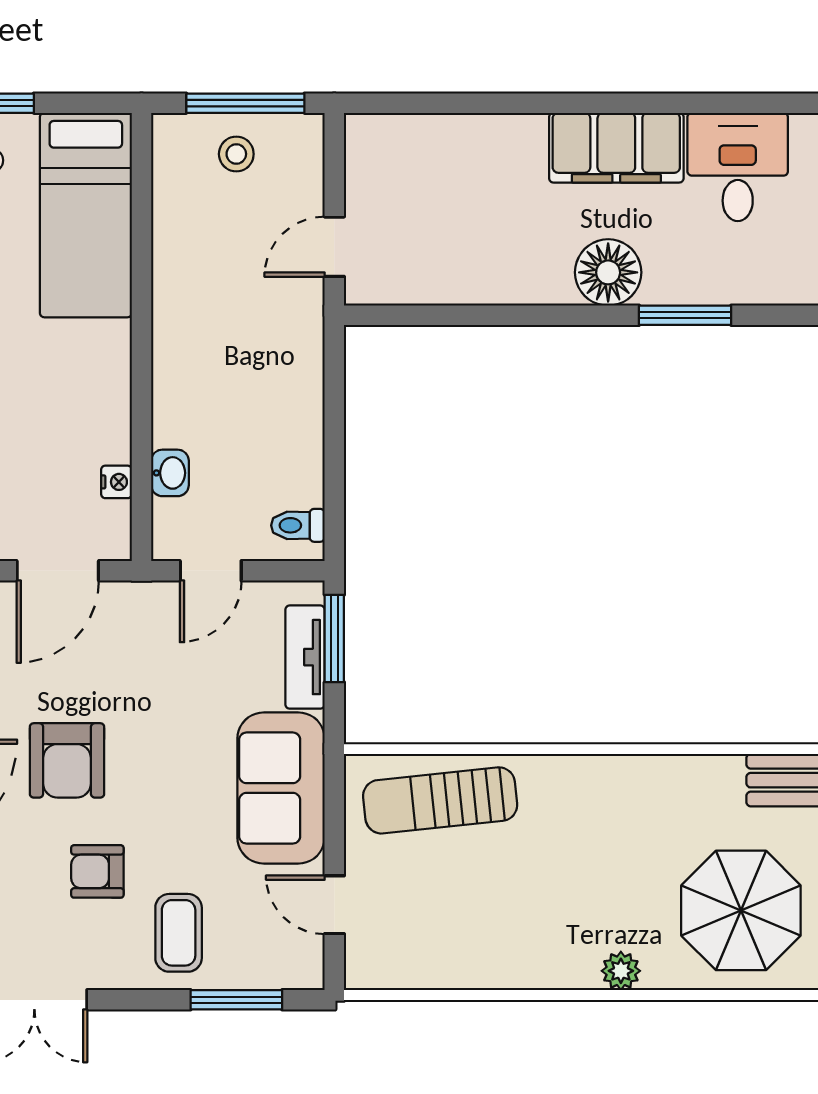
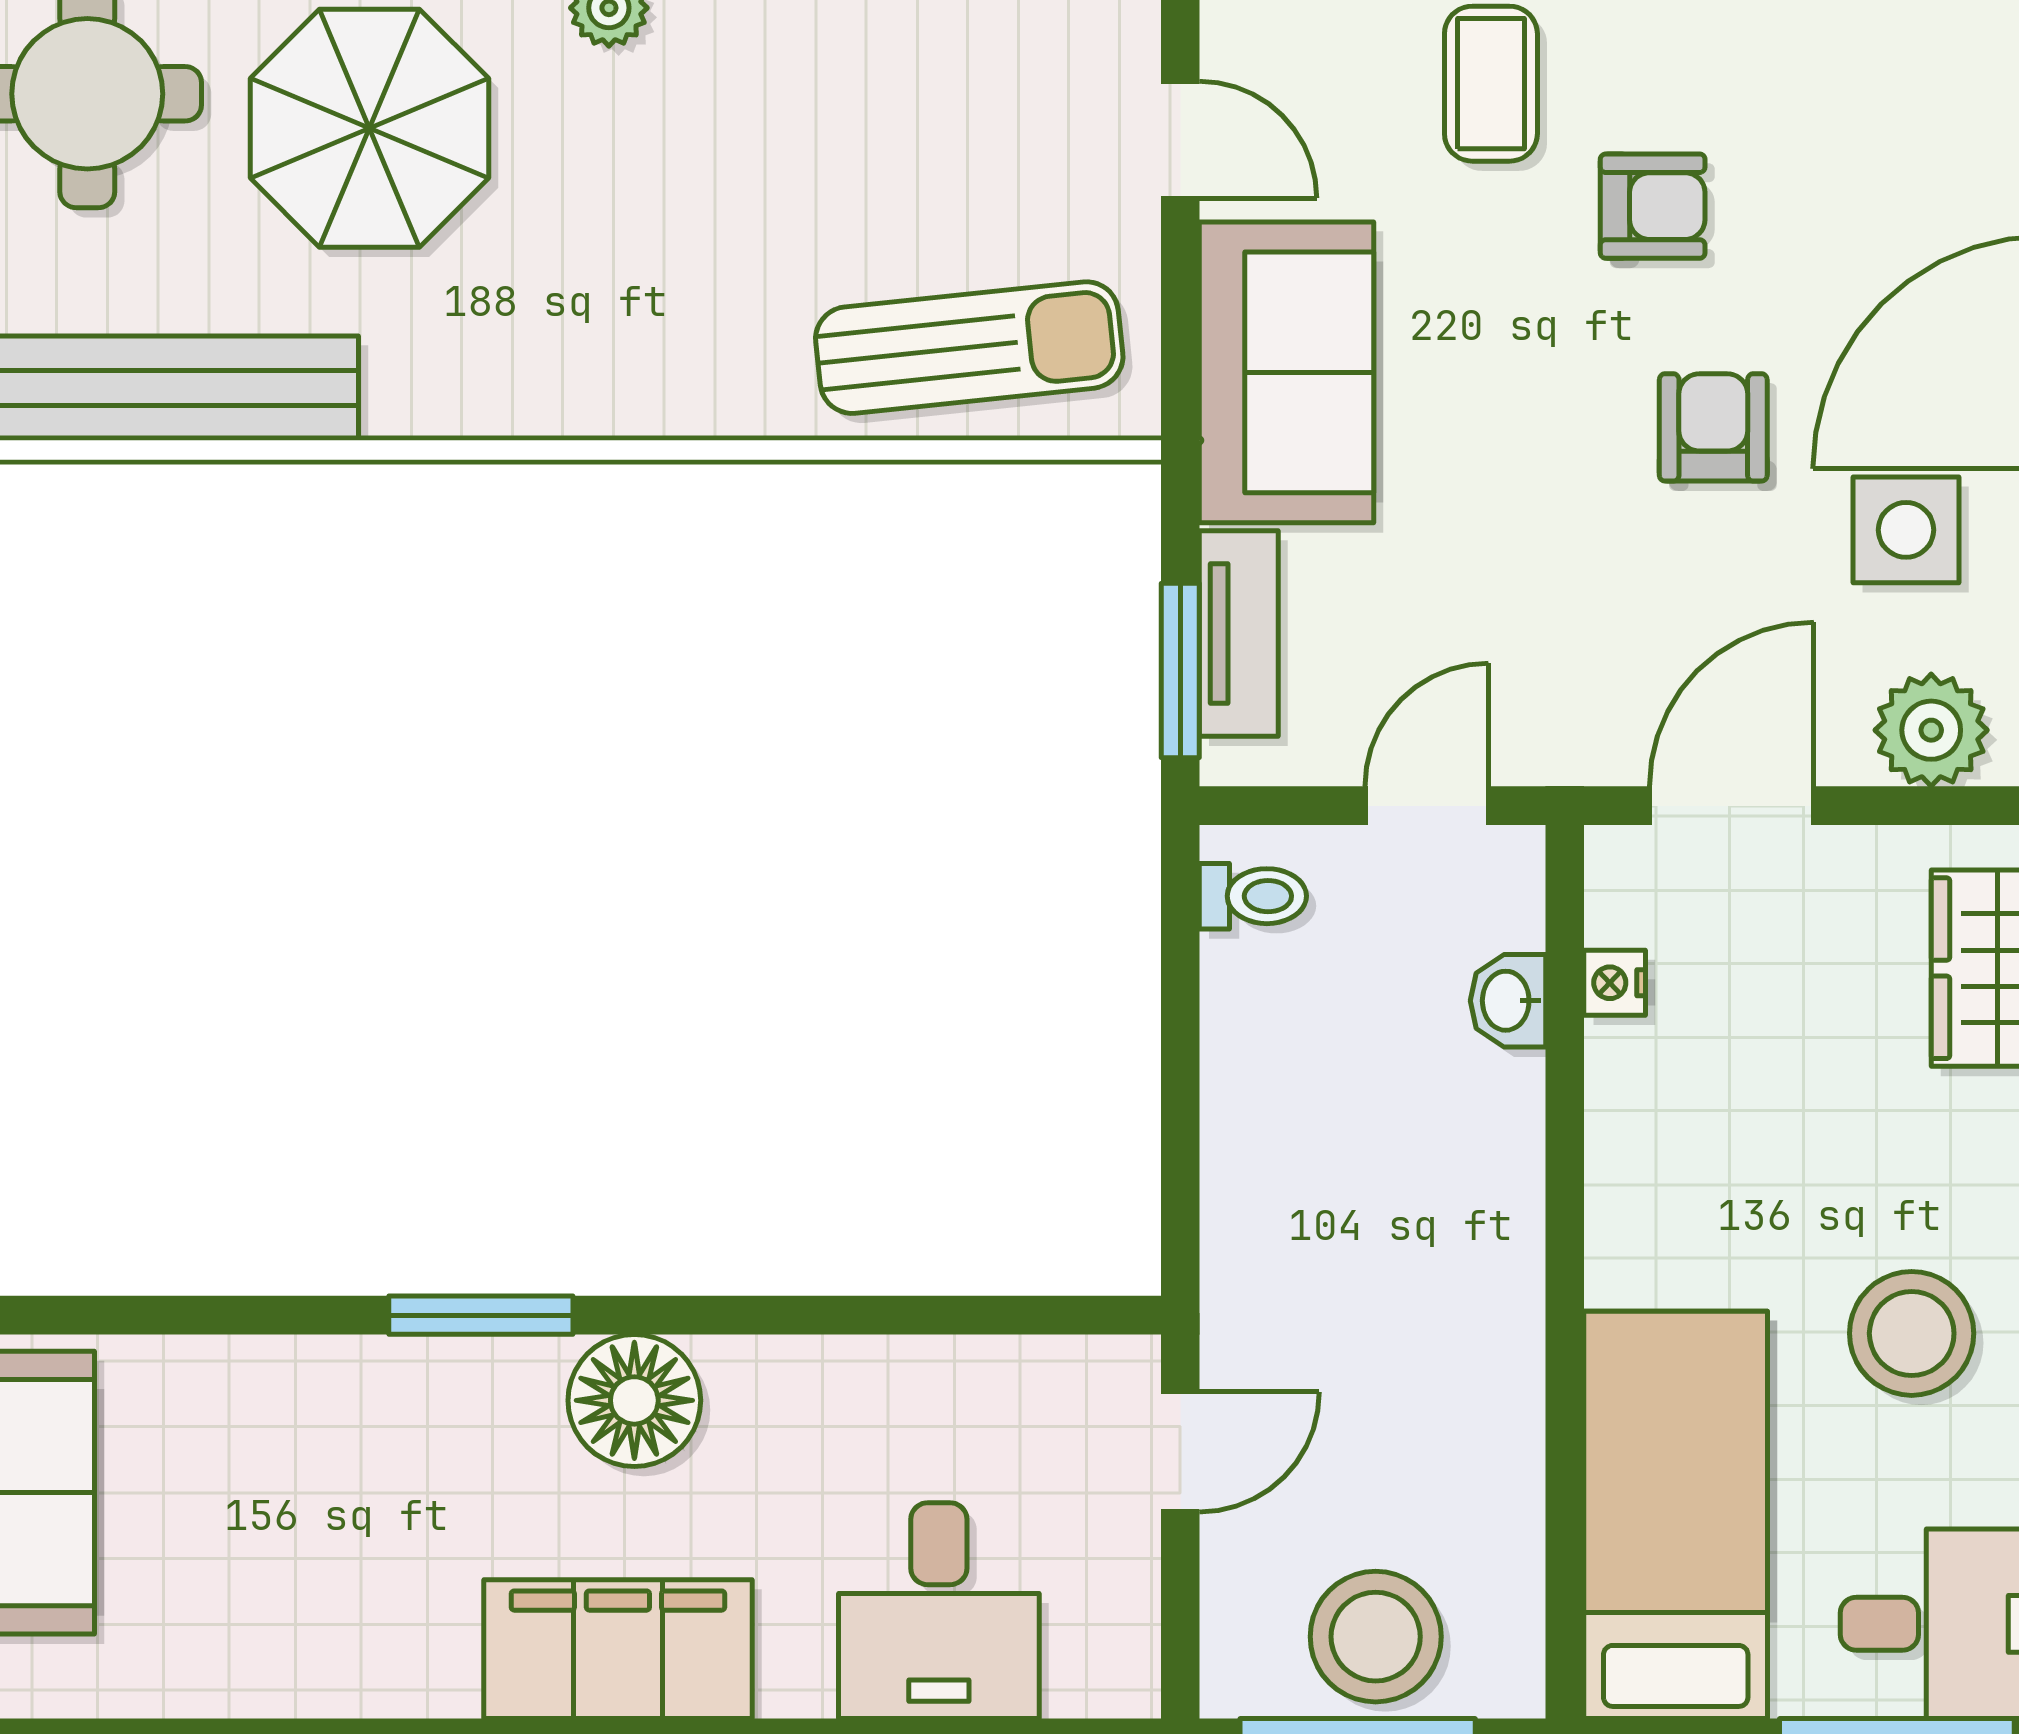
stool: (236, 154) -> (1376, 1637), width x1.89, depth x1.89
desk: (738, 167) -> (939, 1611), moved
armchair: (67, 760) -> (1713, 427), width x0.72, depth x0.72

